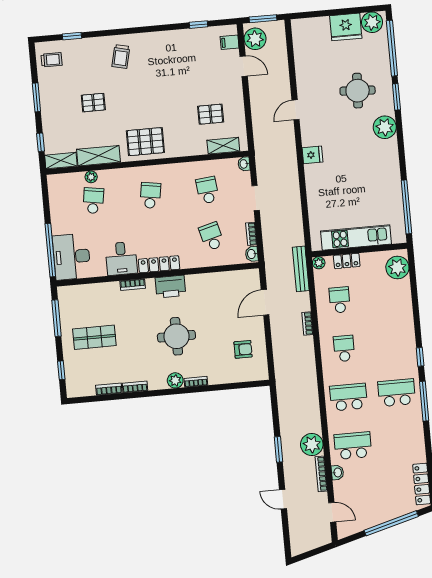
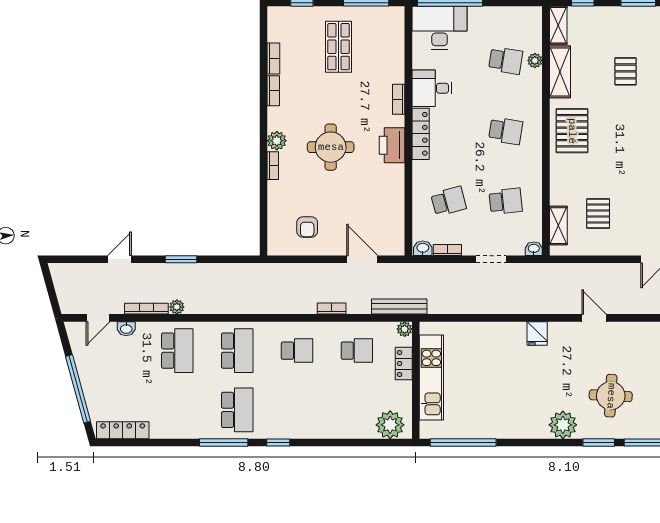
plant: (312, 444) -> (177, 307), width x0.53, depth x0.53
washbasin: (337, 472) -> (126, 329), moved

